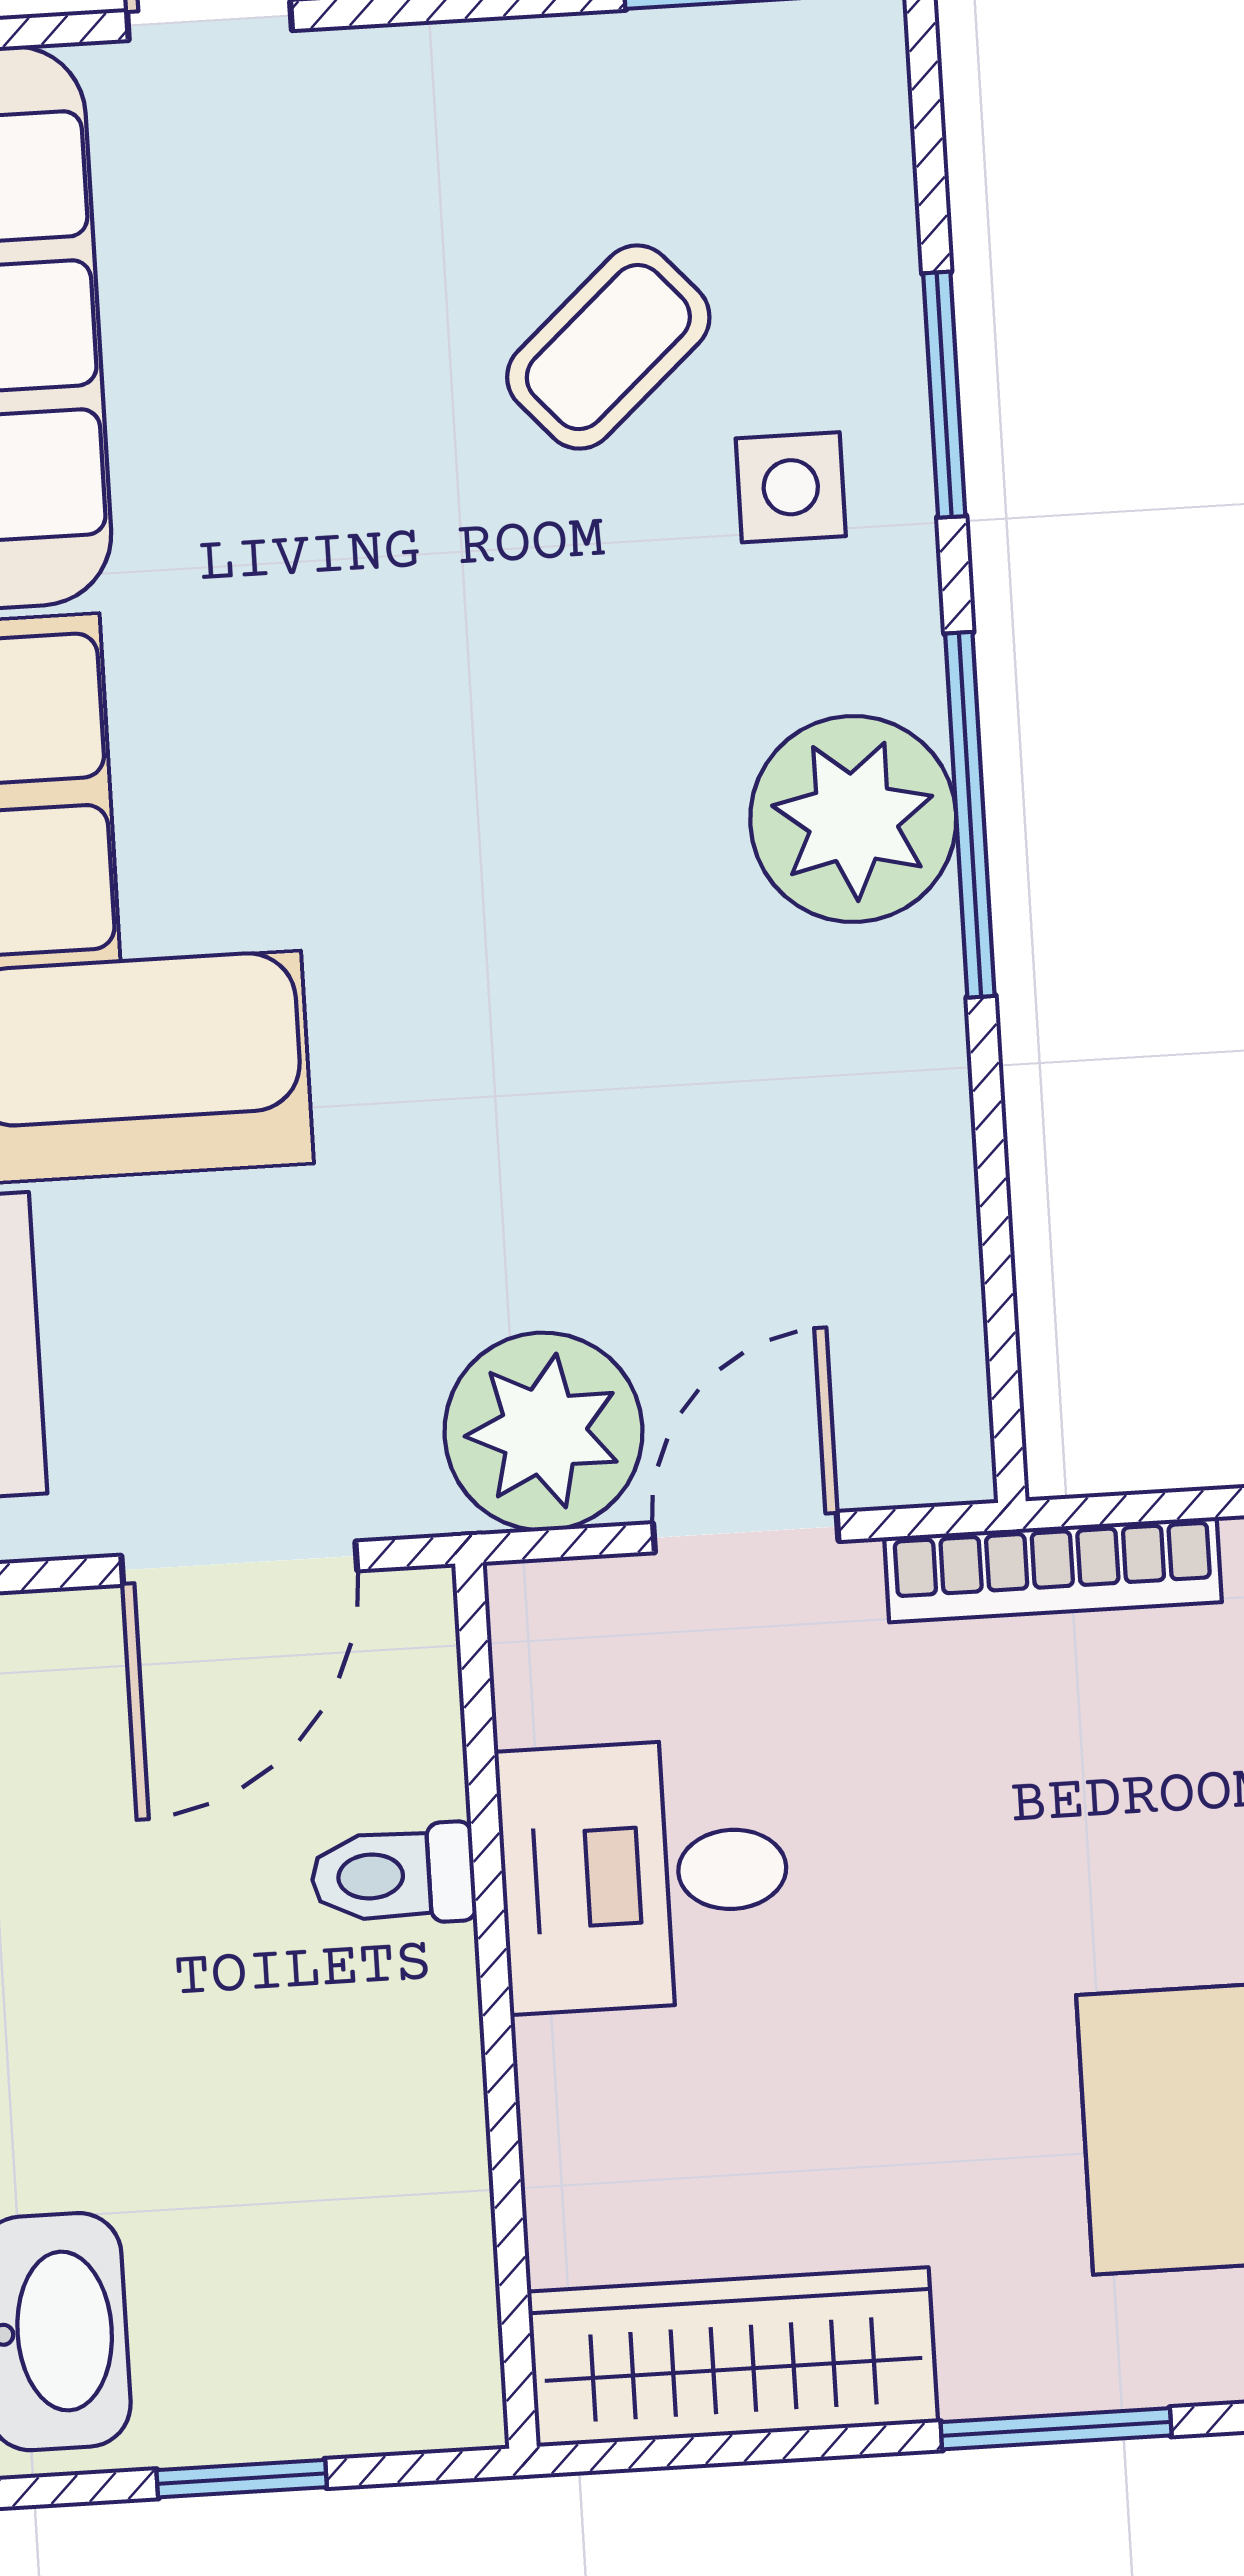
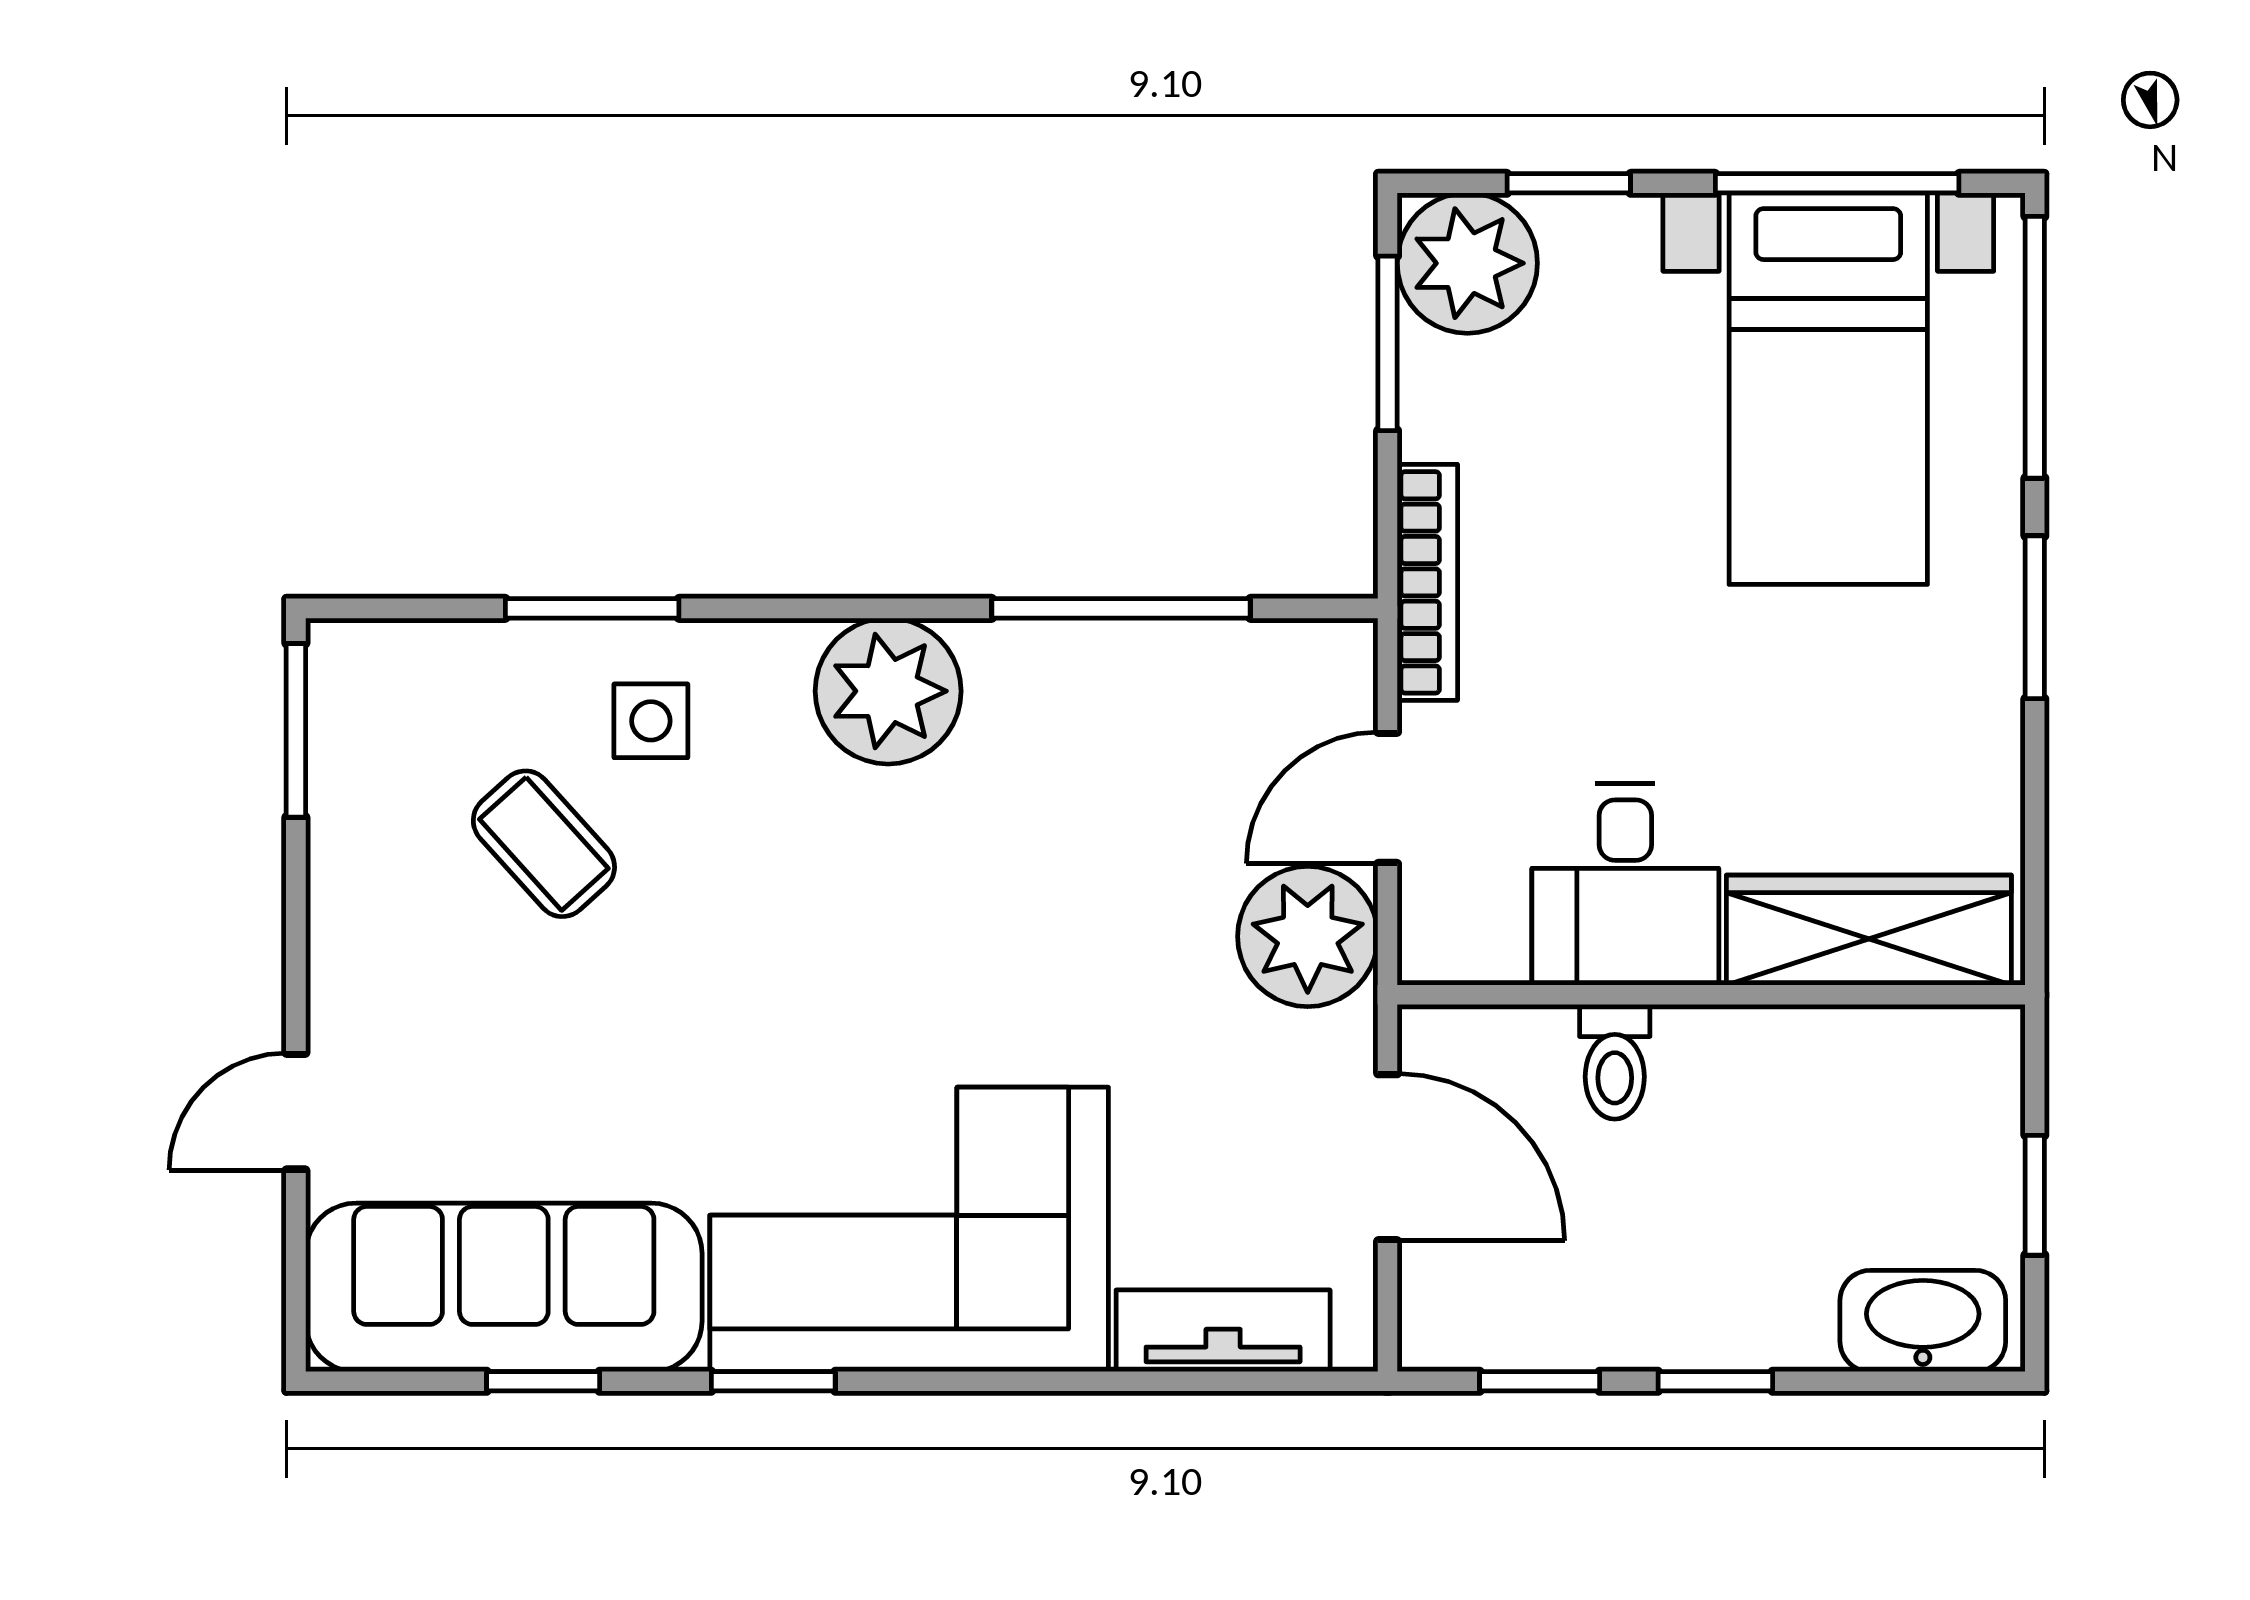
window: (970, 815) -> (1121, 608), moved
door: (746, 1532) -> (1388, 798), hinge flipped
wardrobe: (733, 2357) -> (1869, 930), moved, turned 90

